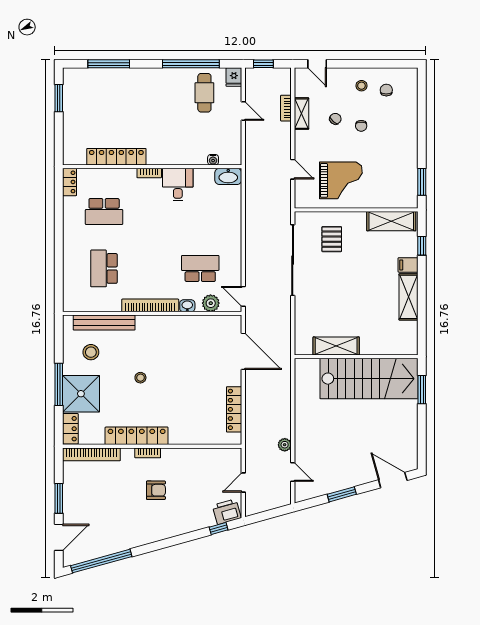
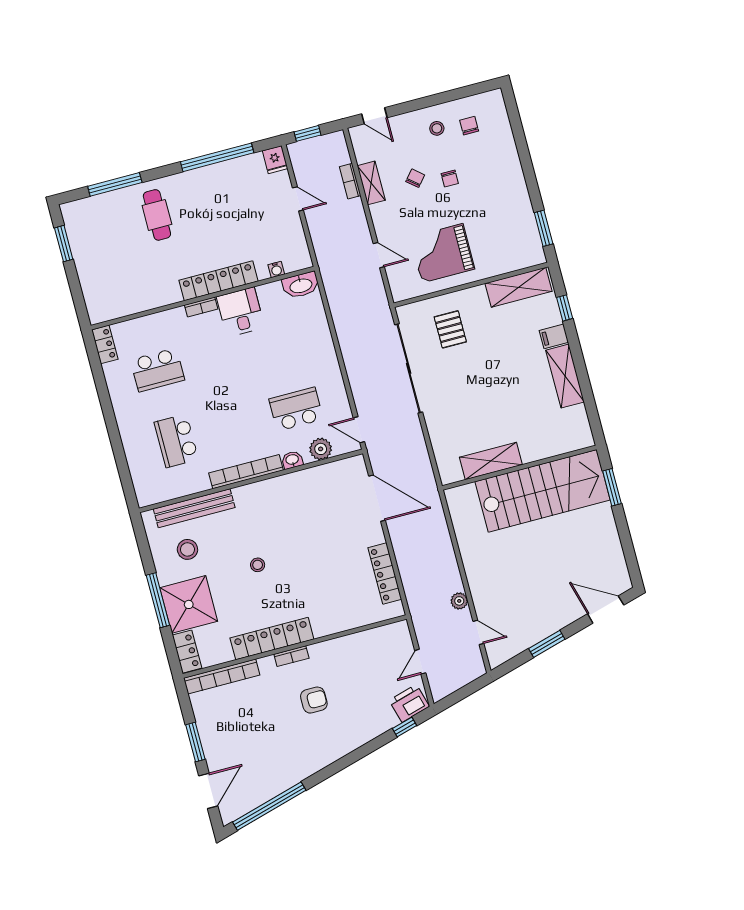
cafe table: (204, 93) -> (157, 215), moved
locker: (116, 157) -> (218, 281), moved
grand piano: (341, 180) -> (442, 253), turned 180

